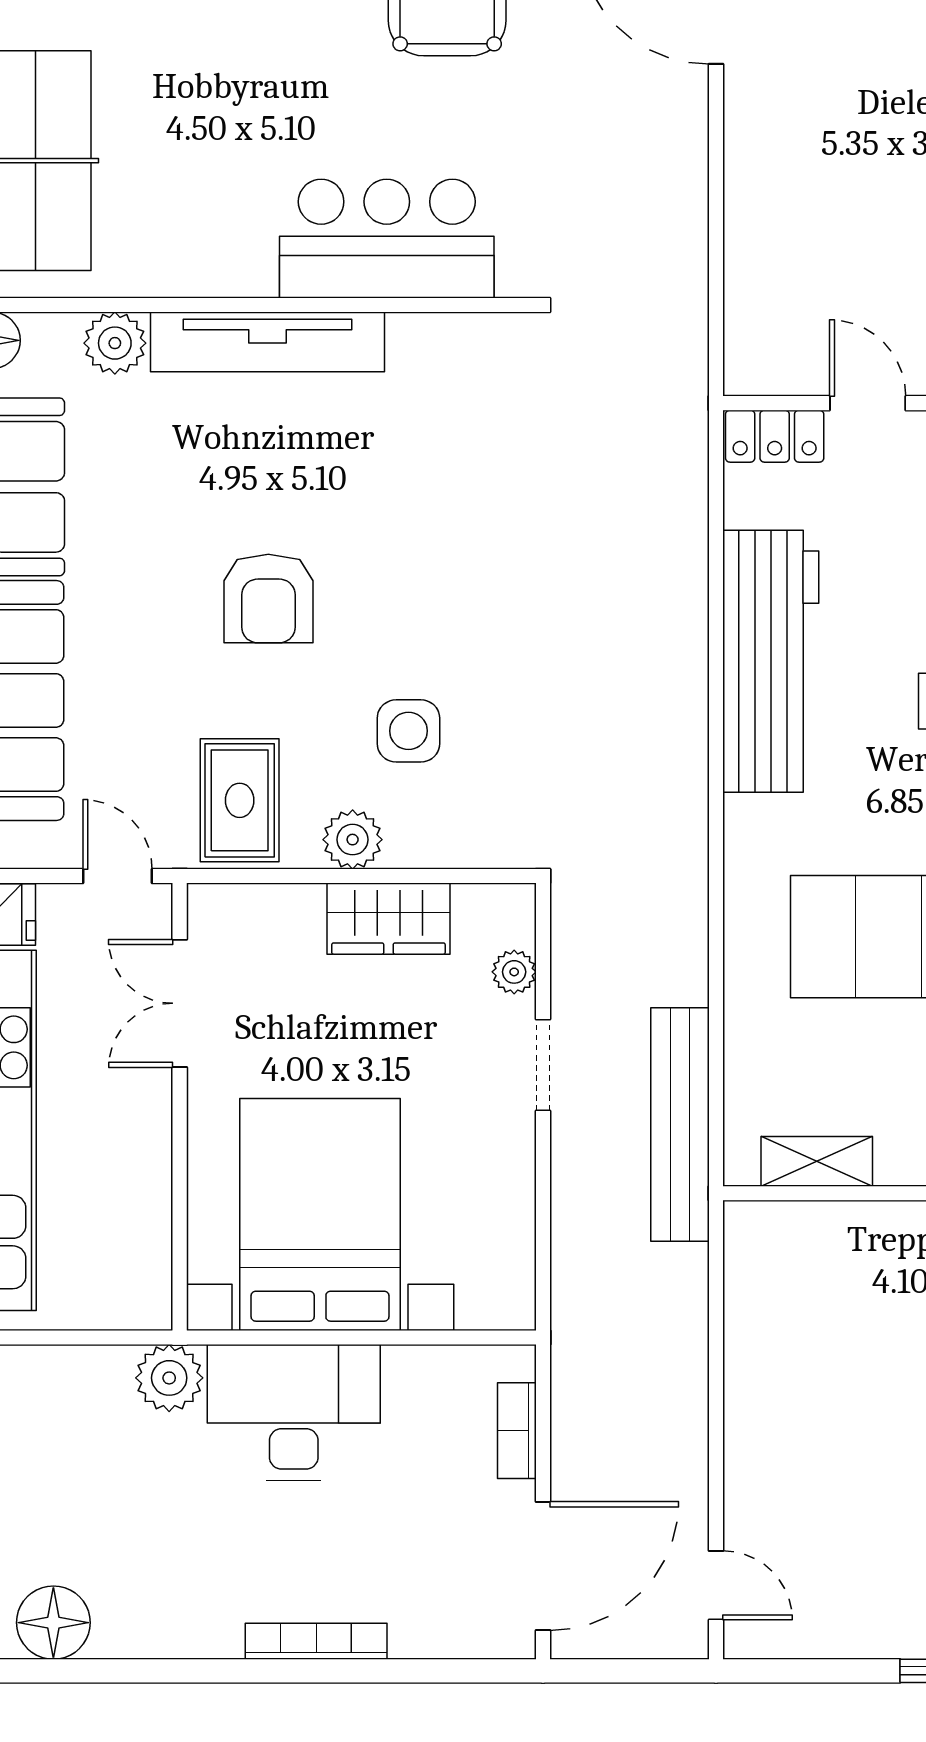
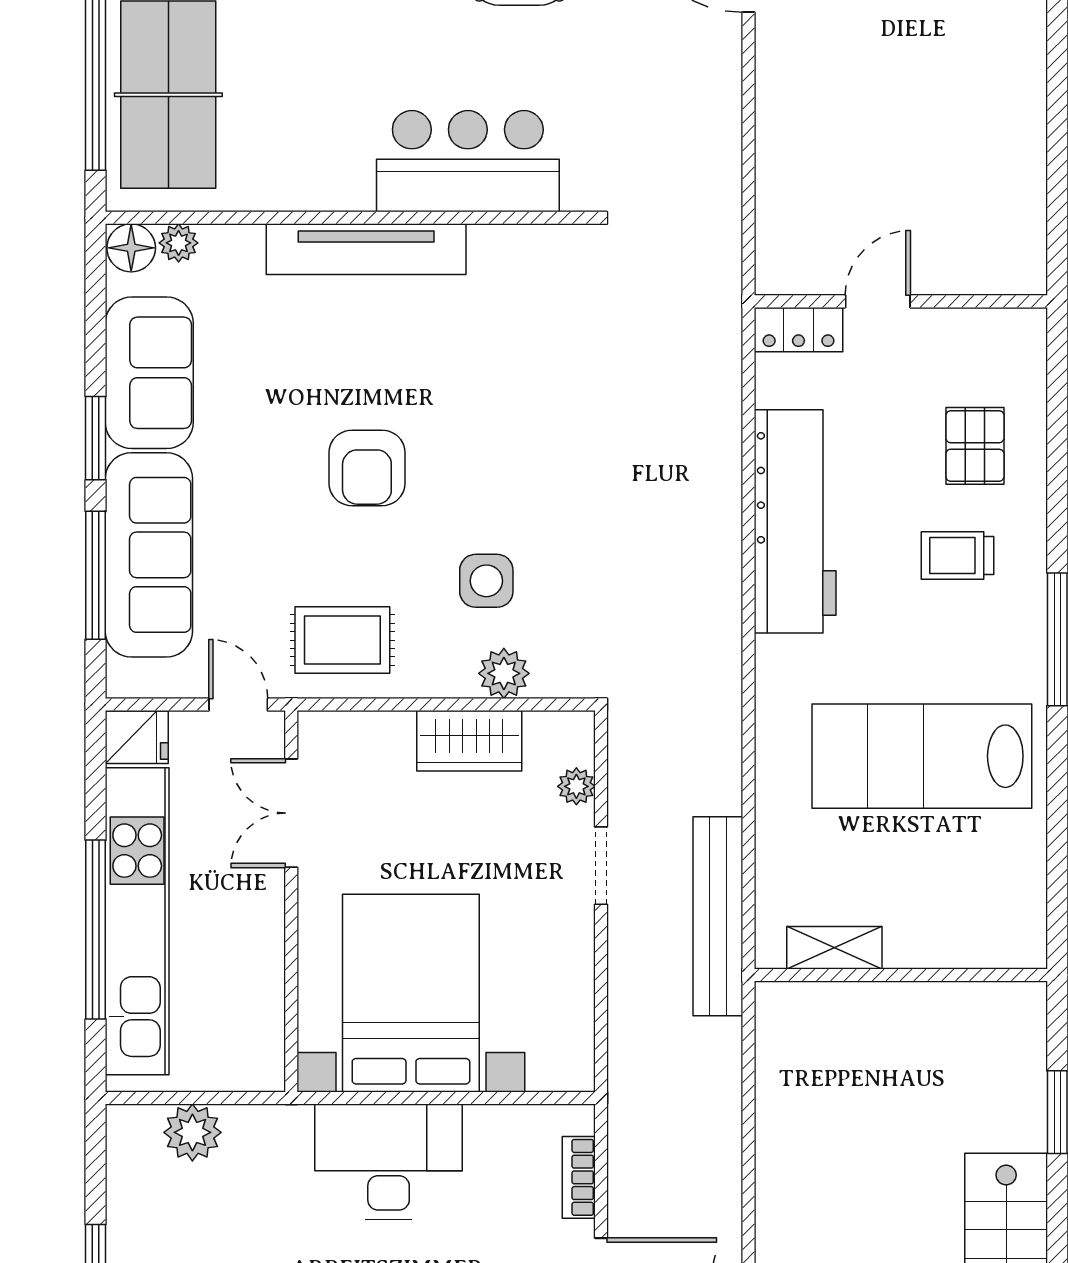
plant: (115, 343) -> (179, 243), moved, width x0.73, depth x0.73
door: (868, 403) -> (878, 301), hinge flipped
rug: (240, 800) -> (342, 640), turned 90
plant: (353, 840) -> (504, 673), moved
plant: (169, 1378) -> (192, 1132), moved

